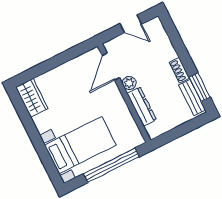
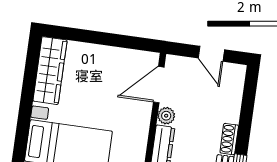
wardrobe: (32, 98) -> (50, 71), width x1.50

